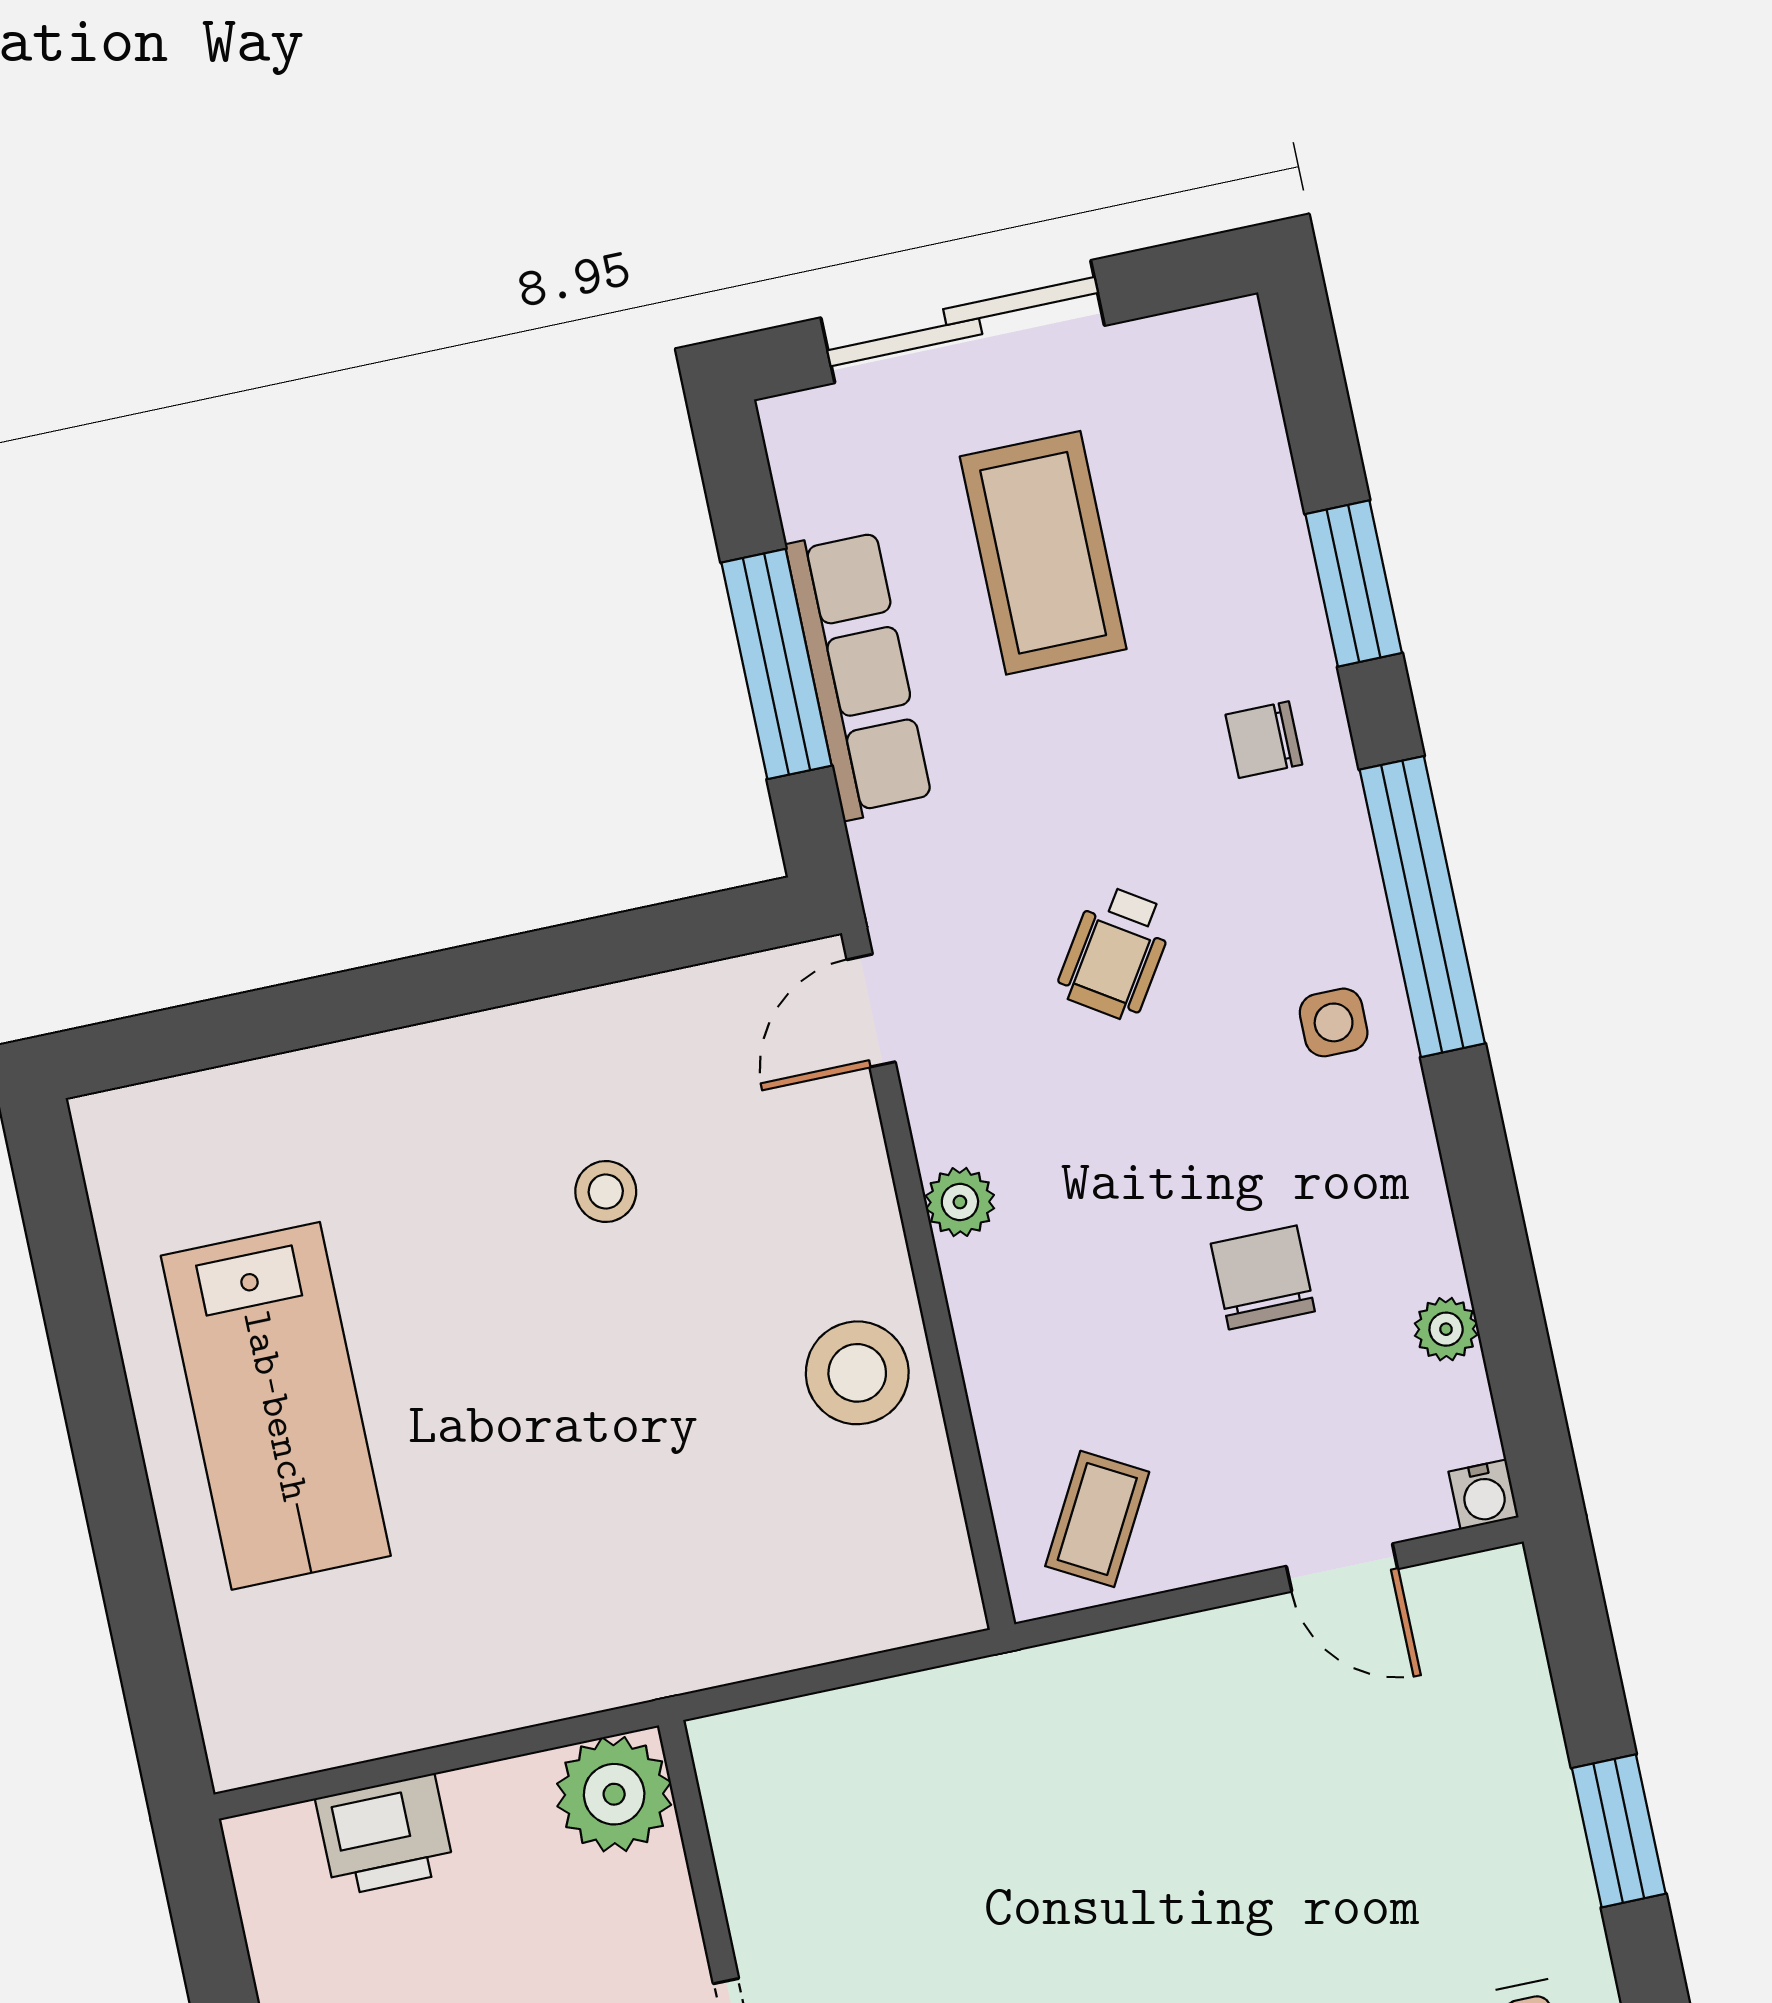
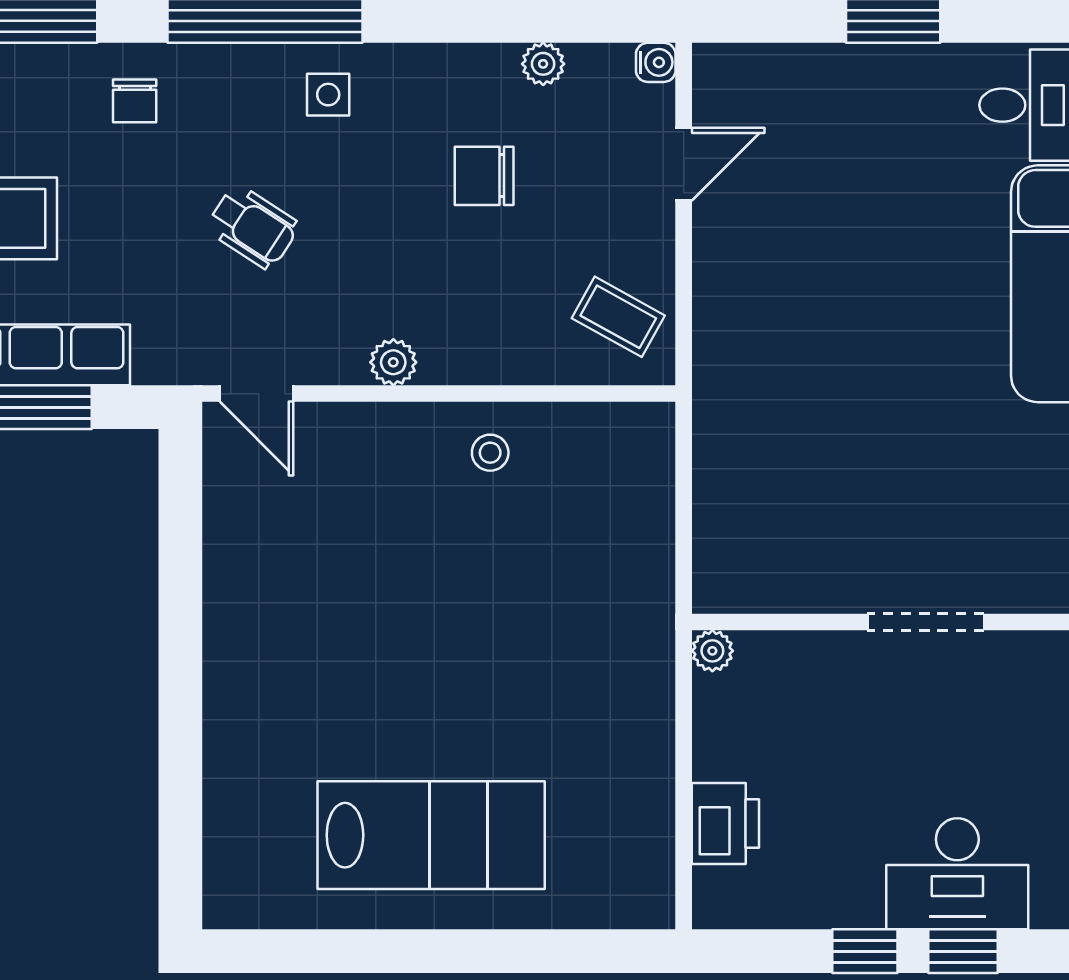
stool: (606, 1191) -> (337, 591), removed
stool: (857, 1373) -> (490, 453), width x0.53, depth x0.53
plant: (614, 1794) -> (712, 651), width x0.53, depth x0.53

